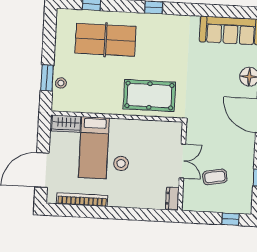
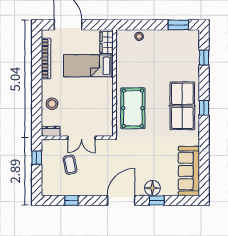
table tennis table: (105, 40) -> (182, 106), moved
window: (47, 78) -> (178, 25), moved
stool: (121, 163) -> (52, 104), moved
window: (230, 219) -> (37, 158), moved

